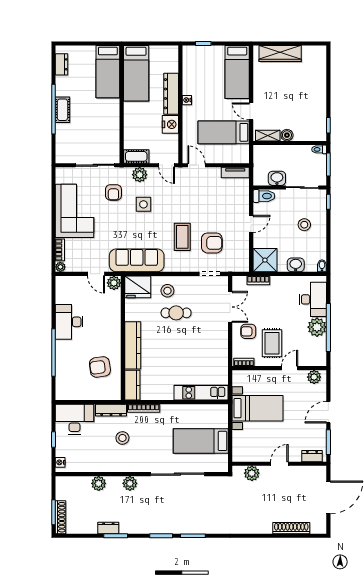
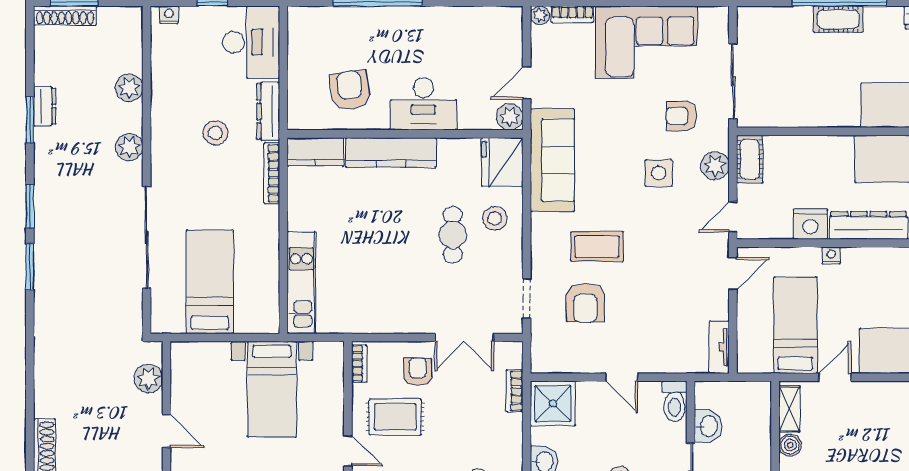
nightstand: (187, 100) -> (831, 255), moved
desk: (69, 322) -> (423, 104), moved, turned 180

